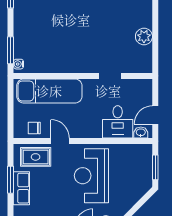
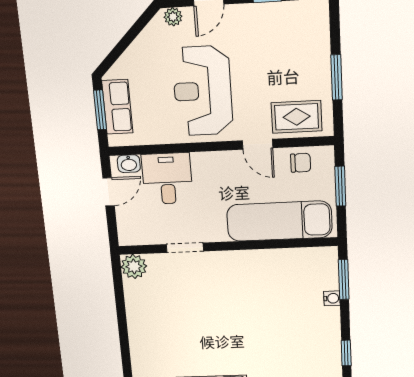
plant: (144, 36) -> (134, 266), moved
water cooler: (18, 64) -> (332, 298), moved
window: (11, 112) -> (340, 186), added
reception desk: (91, 176) -> (203, 91), turned 180
row of seats: (21, 188) -> (117, 107), moved, turned 180

